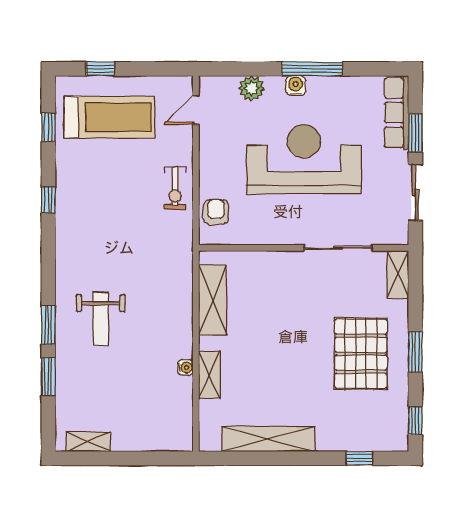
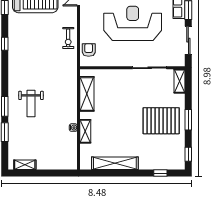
pallet: (361, 354) -> (161, 121), turned 90

